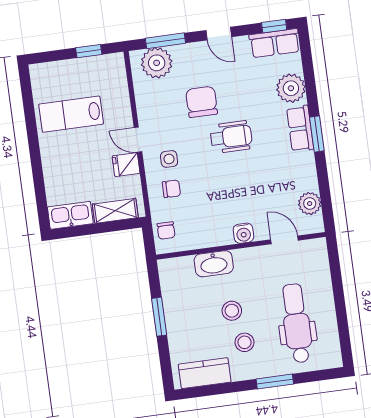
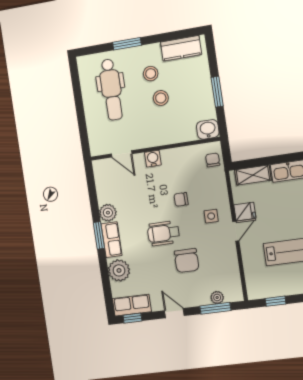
plant: (157, 63) -> (217, 297), width x0.53, depth x0.53
door: (138, 140) -> (236, 231), hinge flipped
chair: (171, 189) -> (181, 199), moved
plant: (310, 204) -> (108, 213), moved
washbasin: (214, 264) -> (208, 129), moved, width x0.72

